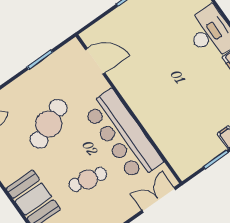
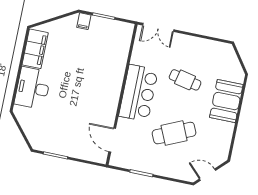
bar counter: (123, 136) -> (138, 93), width x0.73

